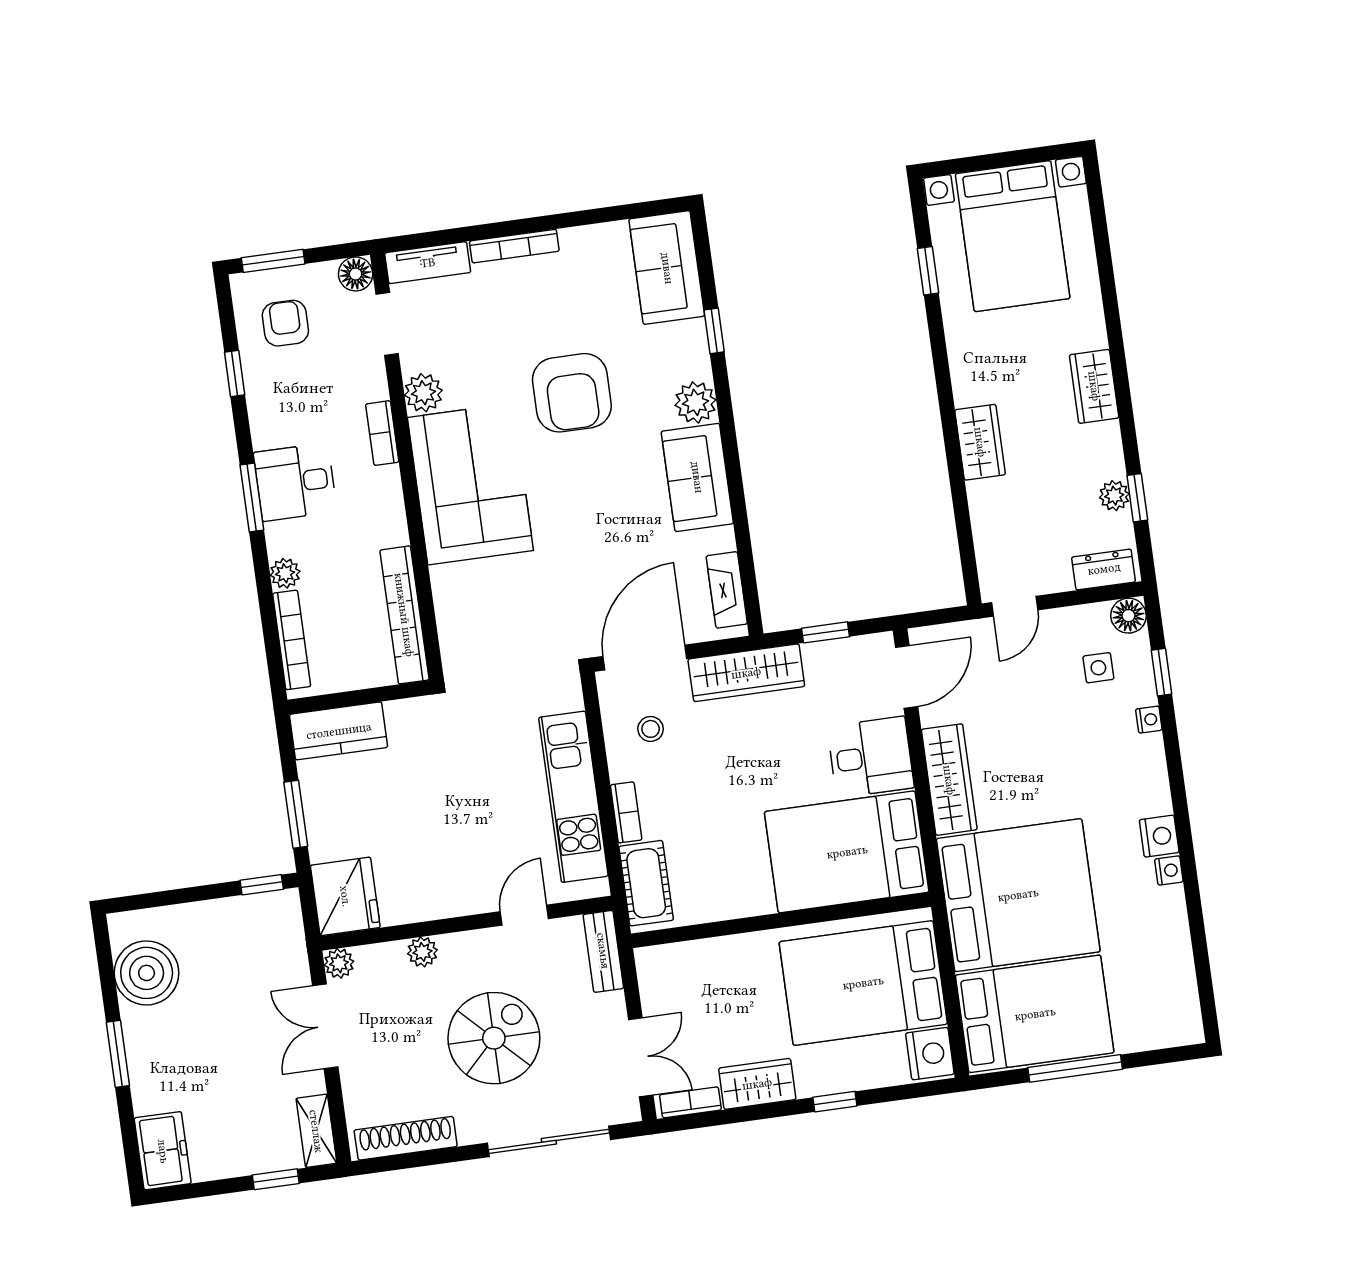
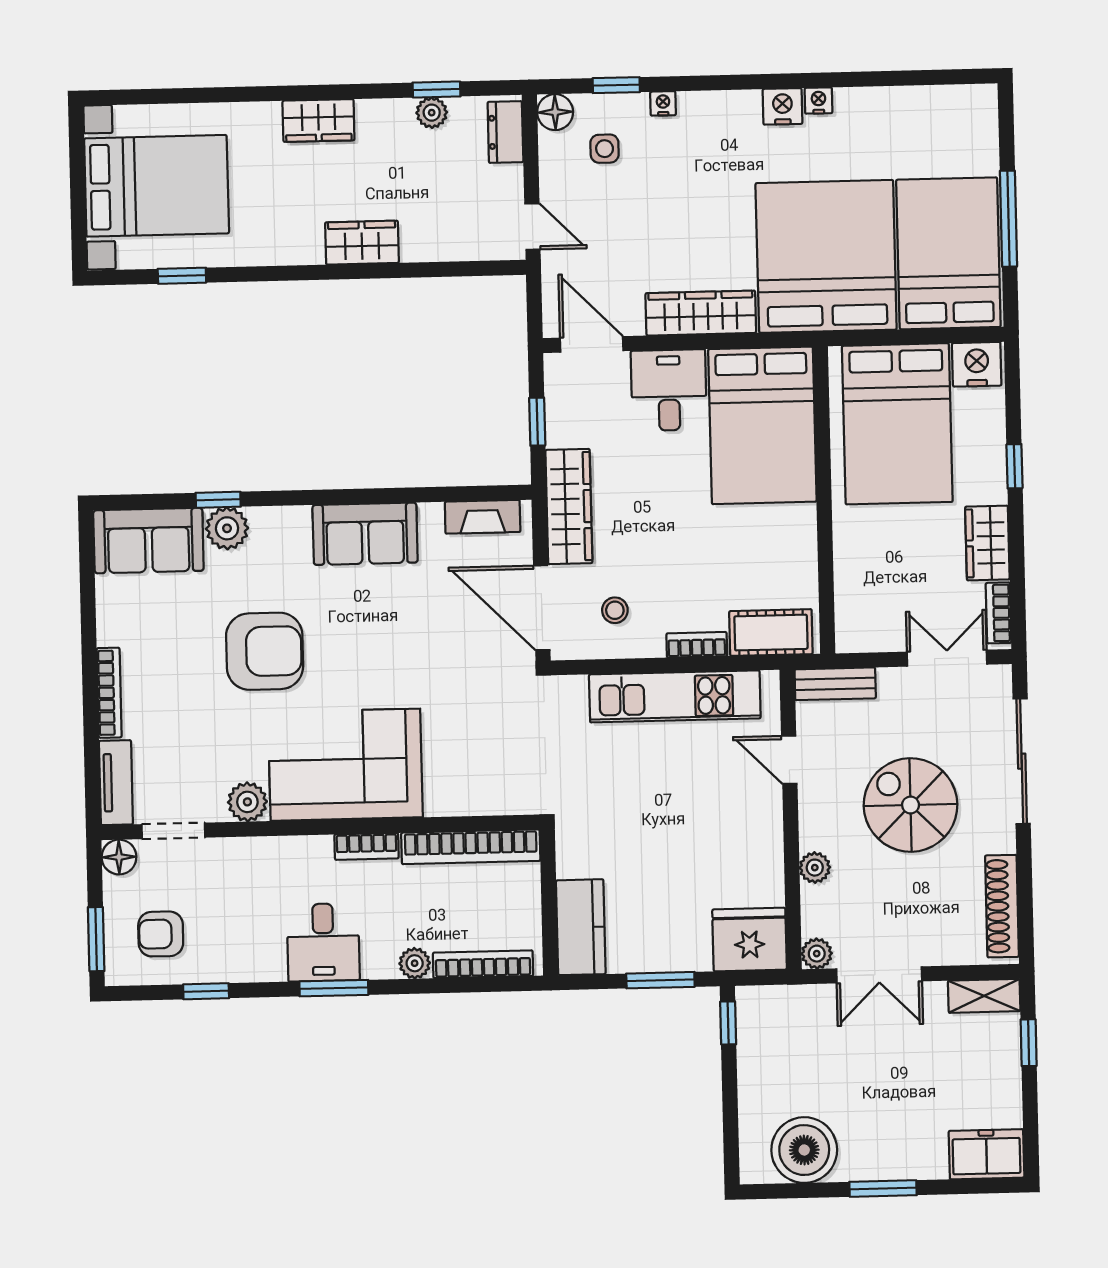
plant: (696, 402) -> (227, 528), moved
bookcase: (382, 433) -> (367, 846), moved

